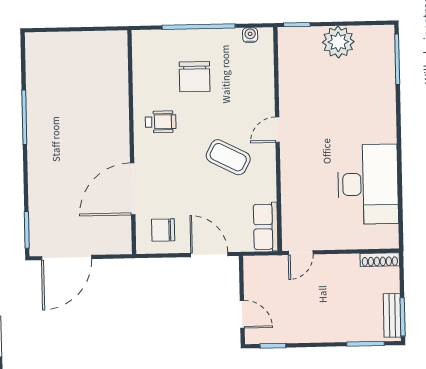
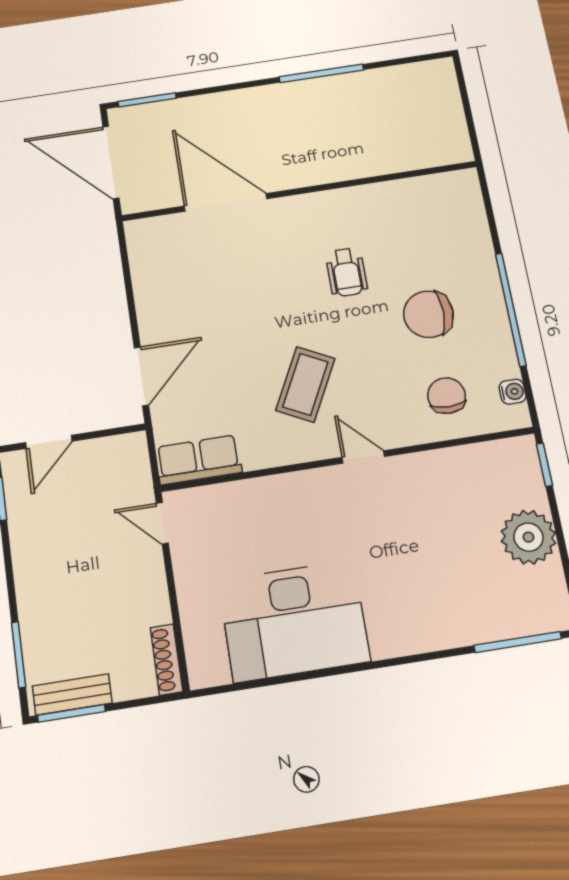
wall: (132, 142) -> (299, 191), moved
door: (133, 189) -> (226, 202), moved
chair: (163, 230) -> (447, 396), moved

